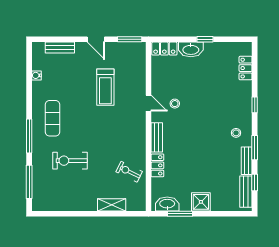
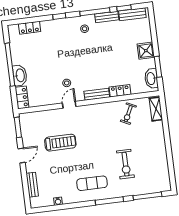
window: (205, 39) -> (10, 65), width x3.17
window: (255, 148) -> (95, 12), width x1.44
shelving: (112, 205) -> (156, 109), moved

